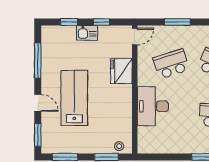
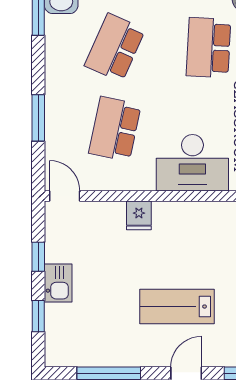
school desk: (171, 64) -> (115, 129), turned 30
fridge: (121, 71) -> (139, 215), width x0.53, depth x0.75
lab bench: (74, 98) -> (177, 307), width x0.73, depth x0.72

